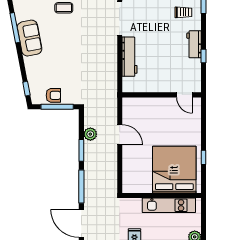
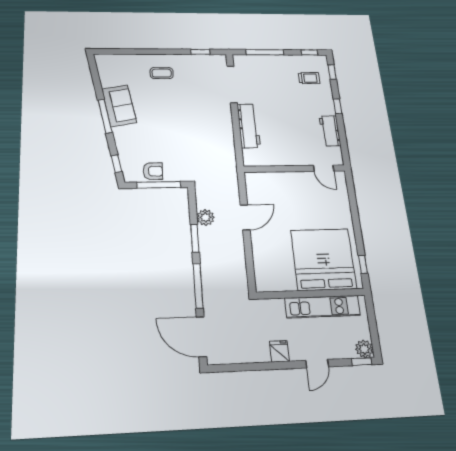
window: (15, 28) -> (105, 116), moved
workbench: (194, 44) -> (330, 131), moved
window: (203, 56) -> (338, 106), moved
door: (120, 135) -> (245, 217), hinge flipped
window: (203, 157) -> (363, 264), moved

